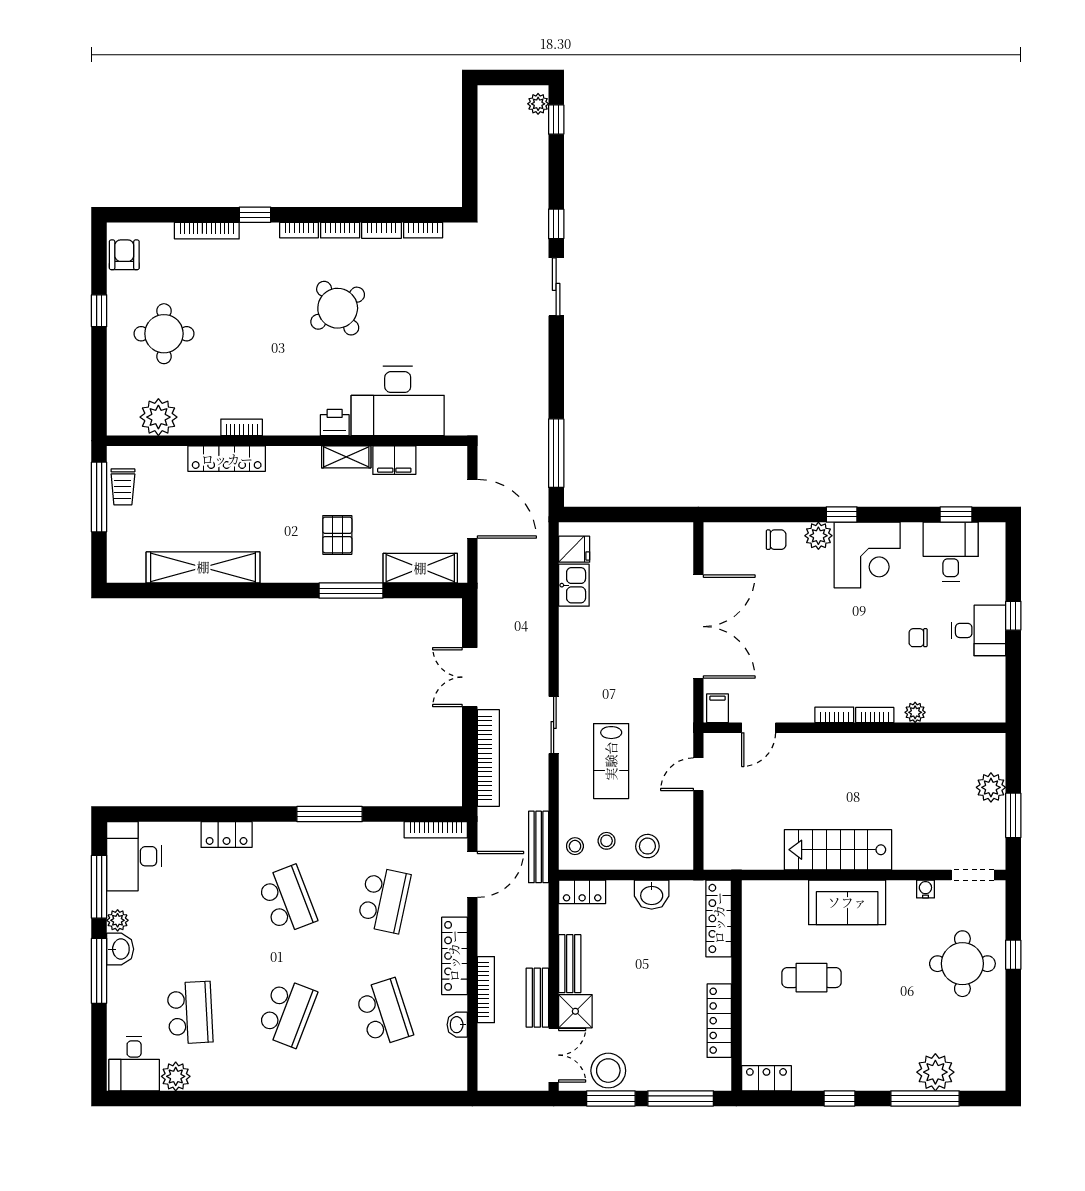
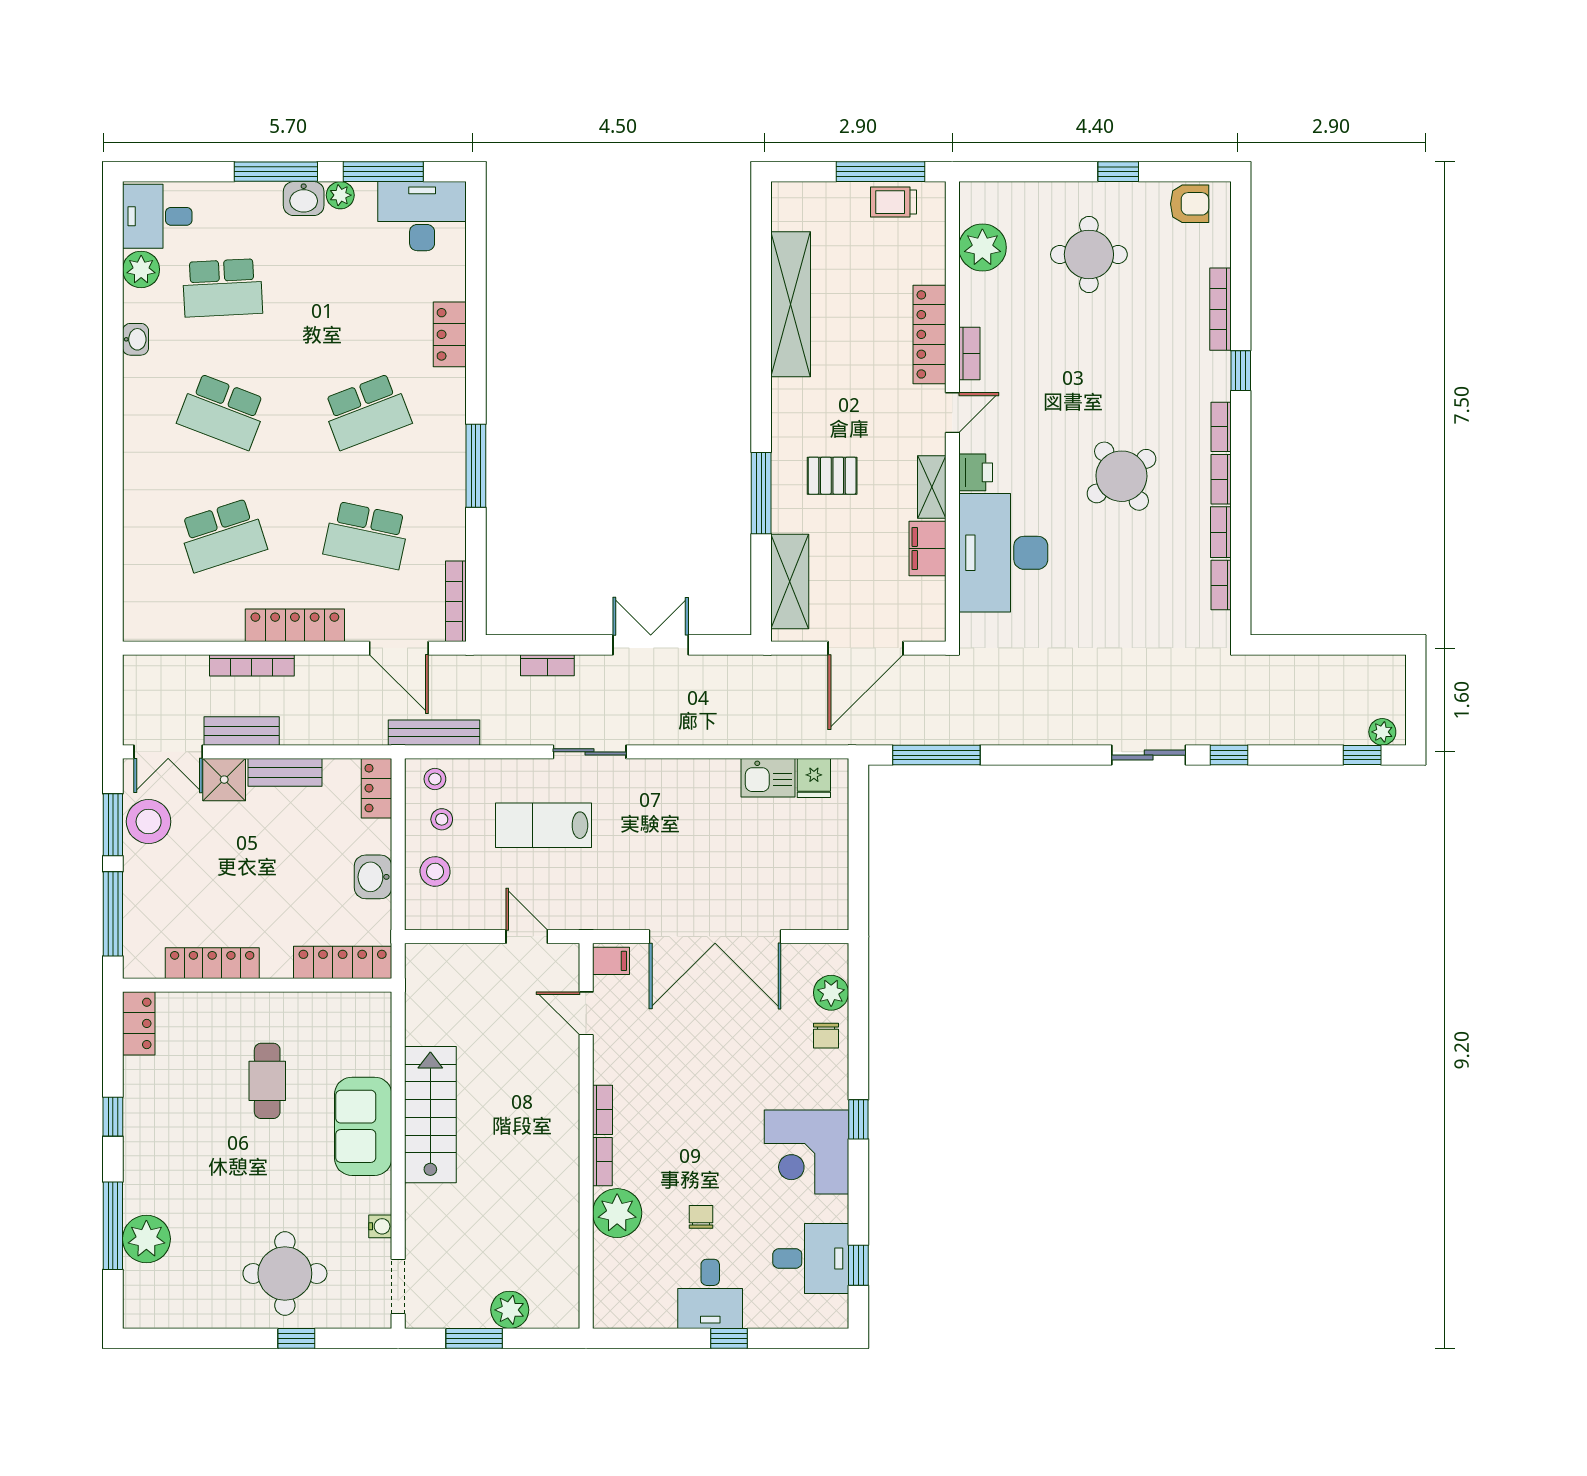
door: (288, 441) -> (952, 413), added
plant: (818, 536) -> (831, 993), moved
plant: (915, 712) -> (617, 1213), width x1.88, depth x1.88
bookcase: (488, 758) -> (547, 665), width x0.43, depth x0.76
washbasin: (457, 1025) -> (136, 339), moved, turned 90

